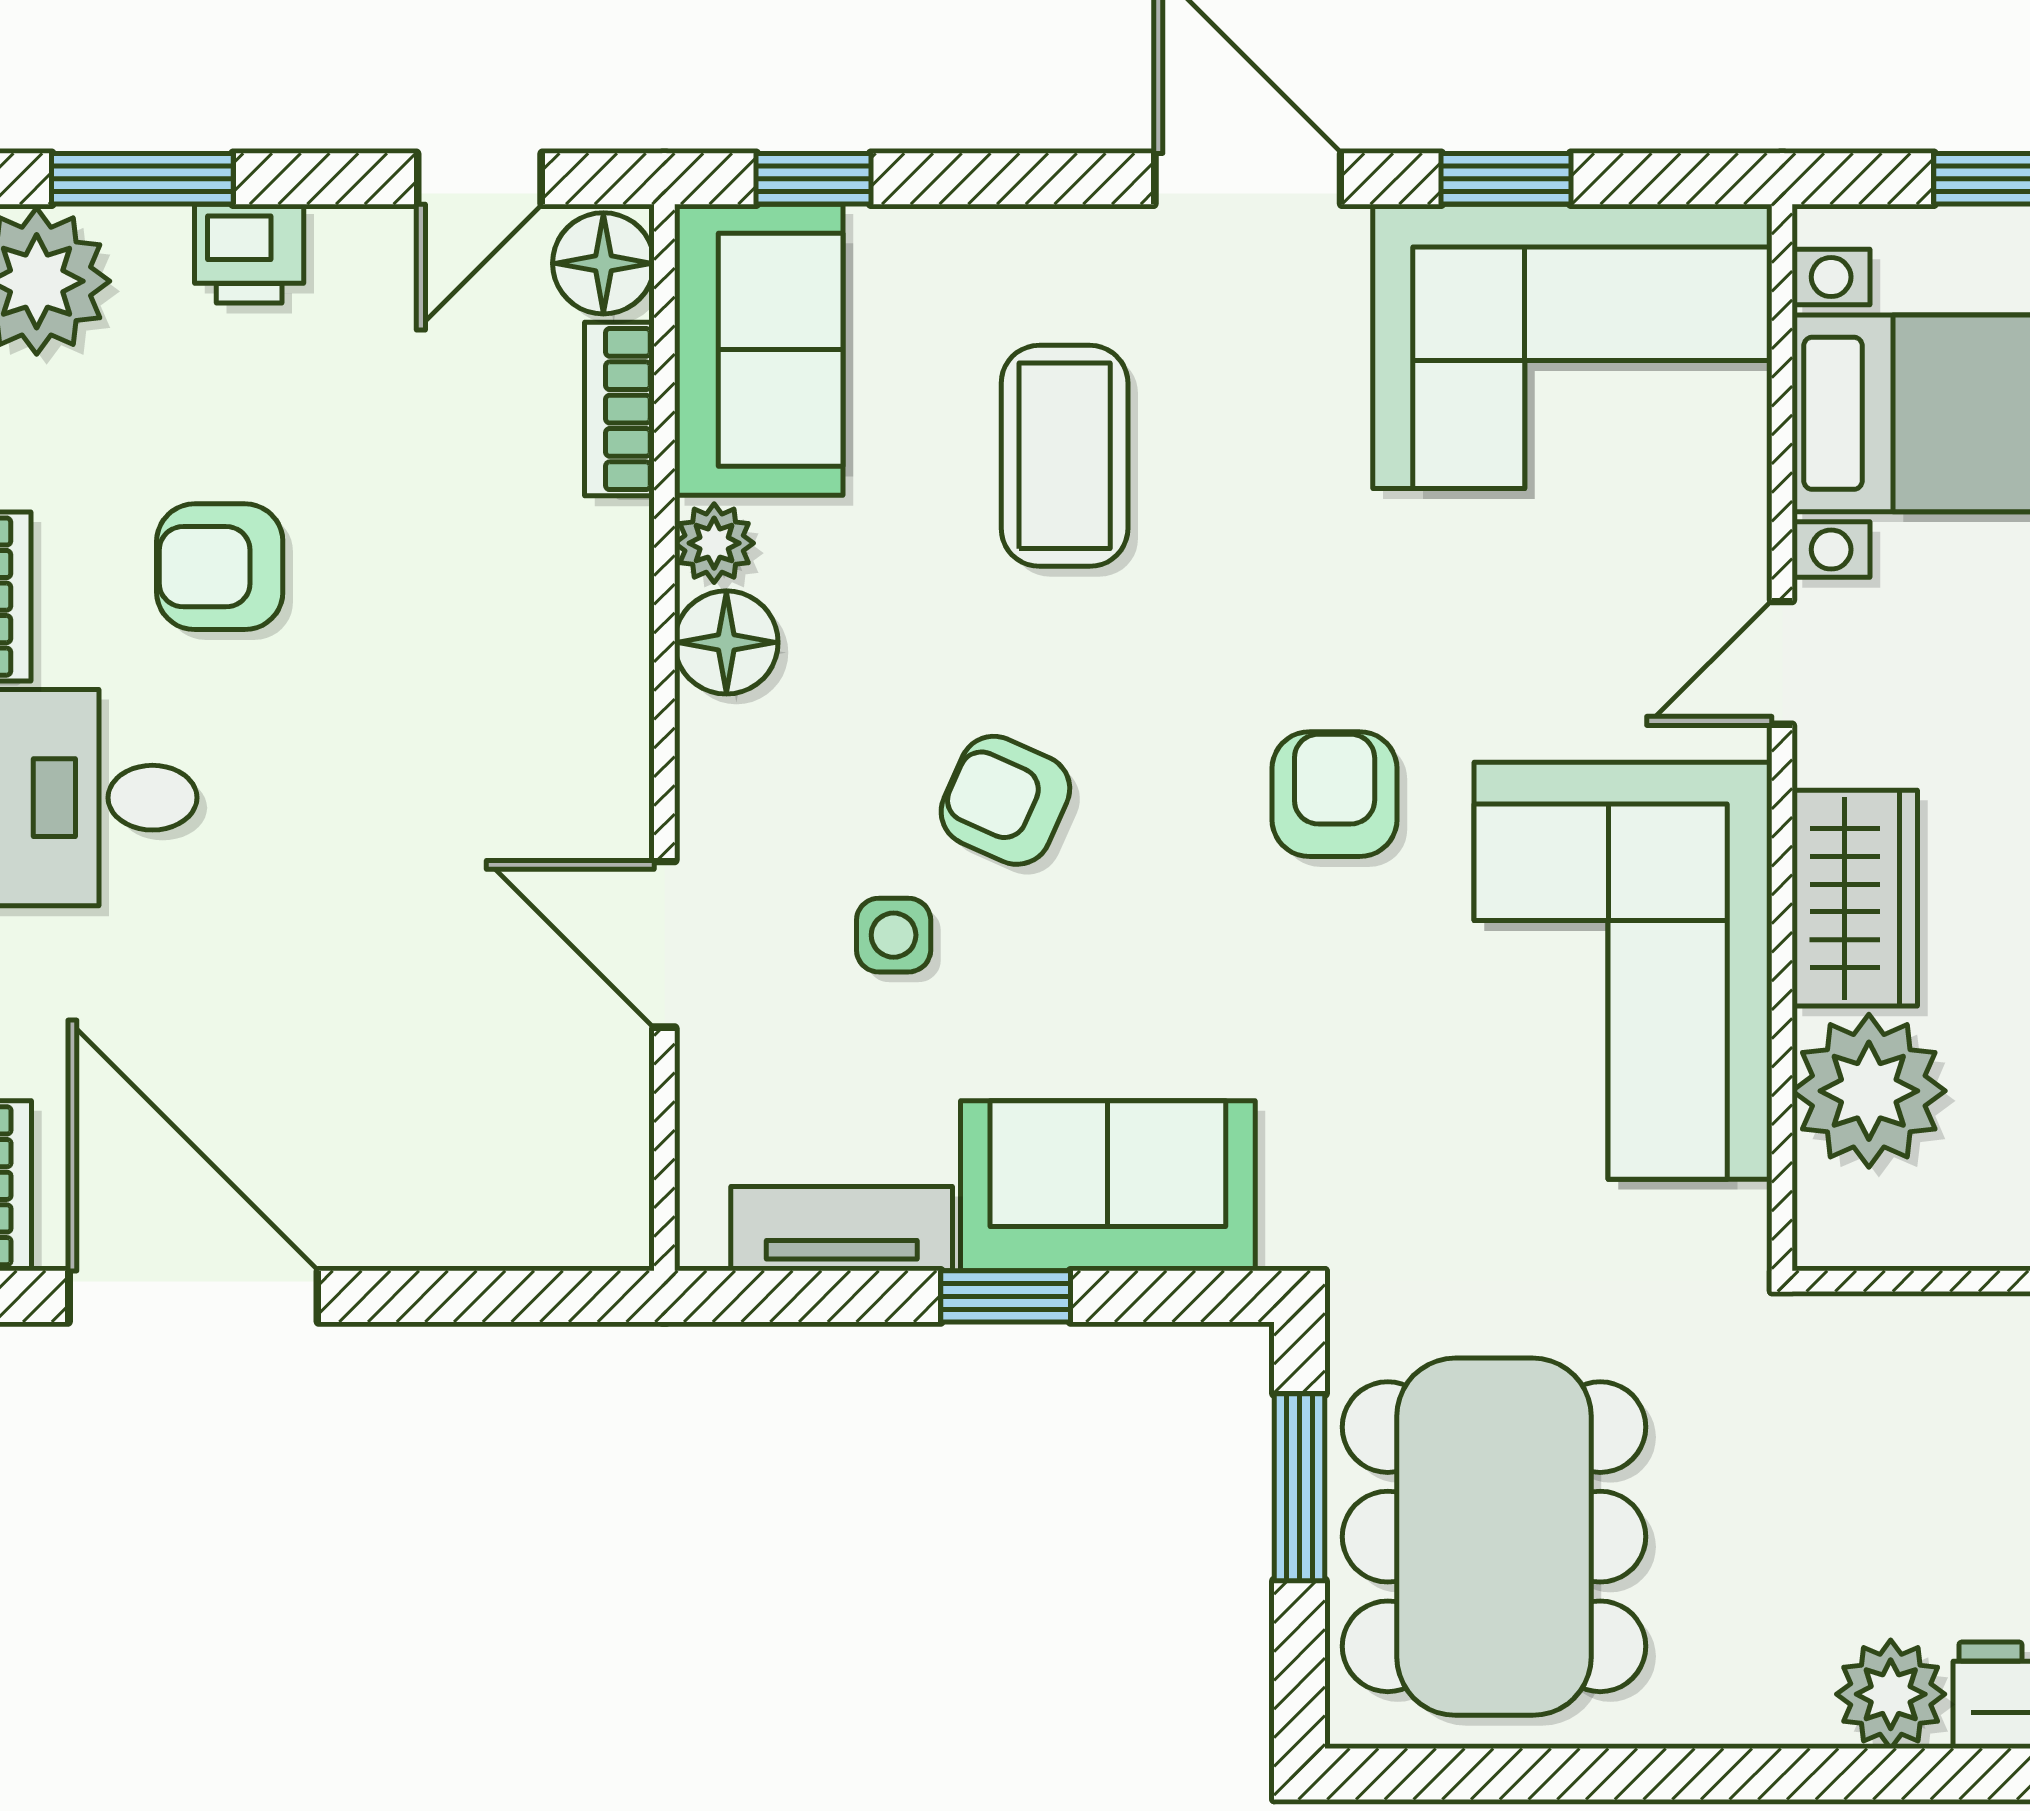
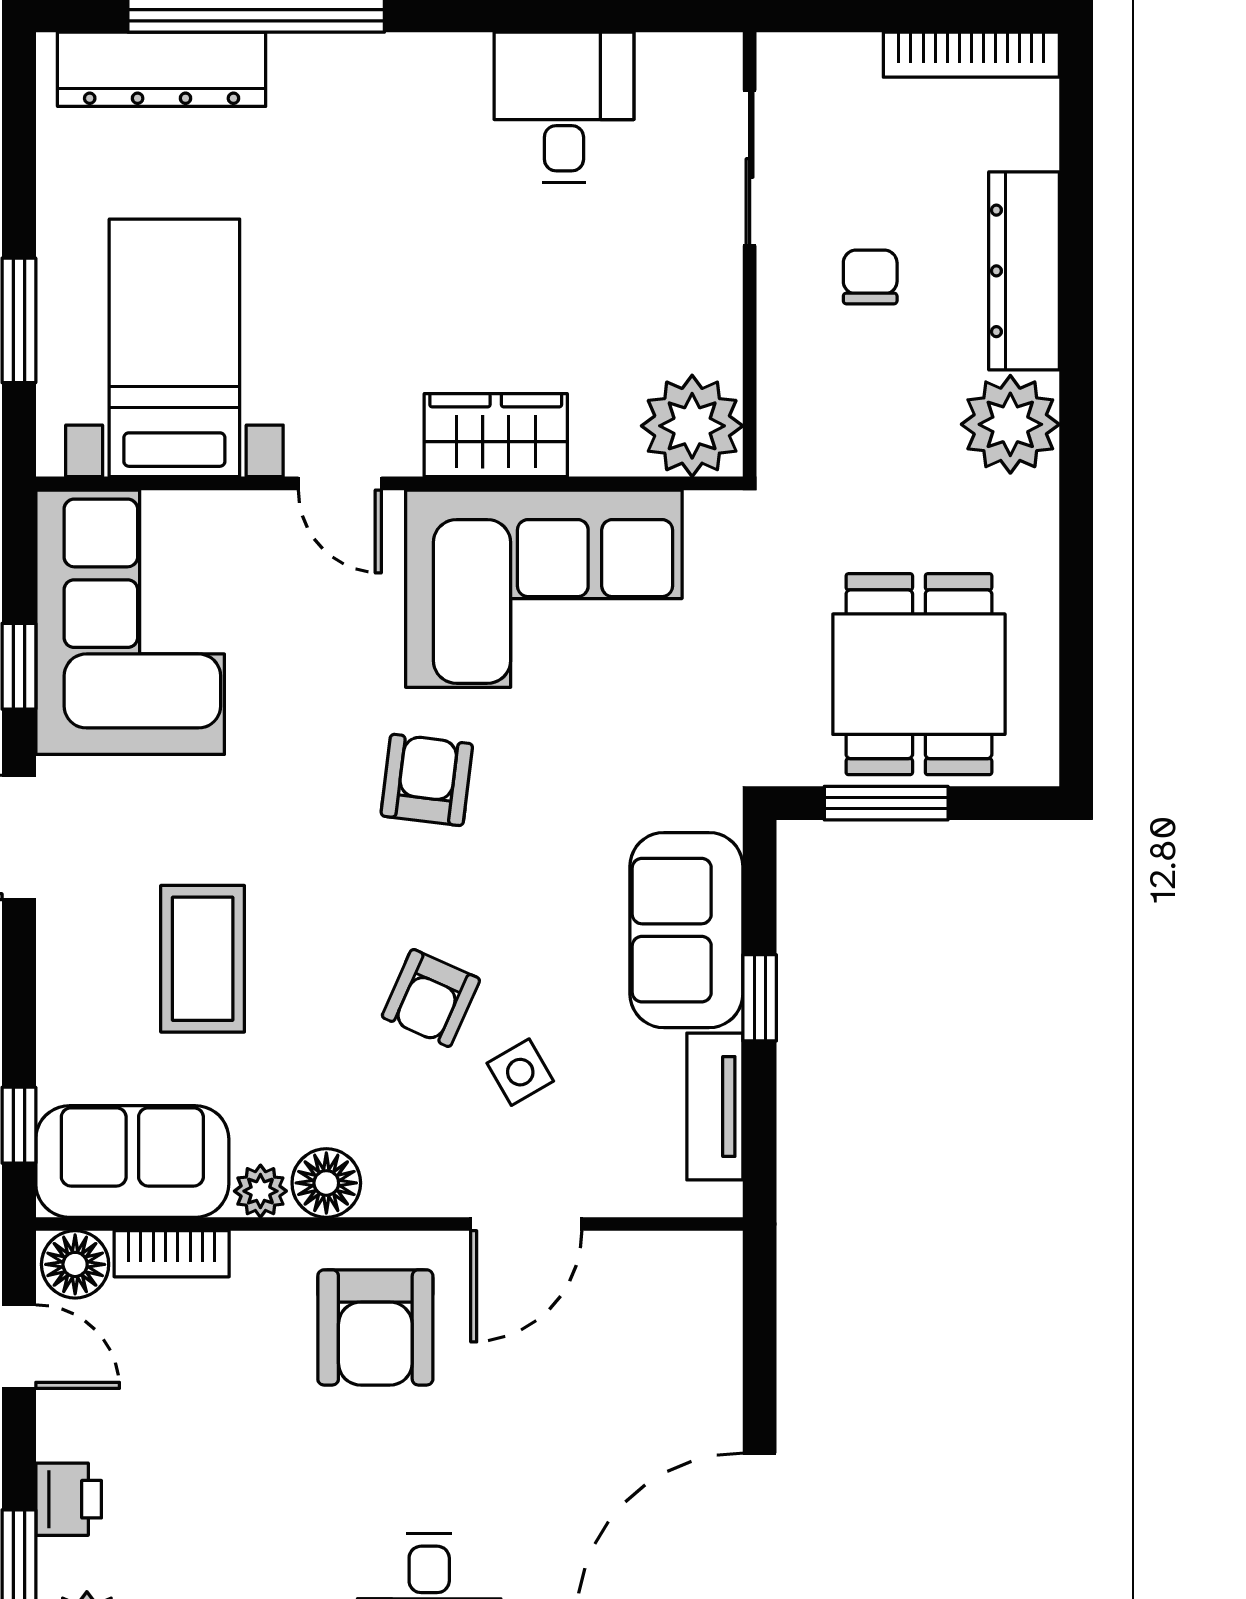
coffee table: (1065, 456) -> (203, 959), turned 90
armchair: (220, 567) -> (375, 1327), moved, width x1.38, depth x1.38
armchair: (1335, 794) -> (427, 780), turned 97
side table: (894, 935) -> (520, 1072), turned -30
plant: (1869, 1091) -> (692, 426), moved
dining table: (1494, 1537) -> (919, 674), width x0.73
plant: (1891, 1694) -> (1010, 424), width x1.36, depth x1.36

